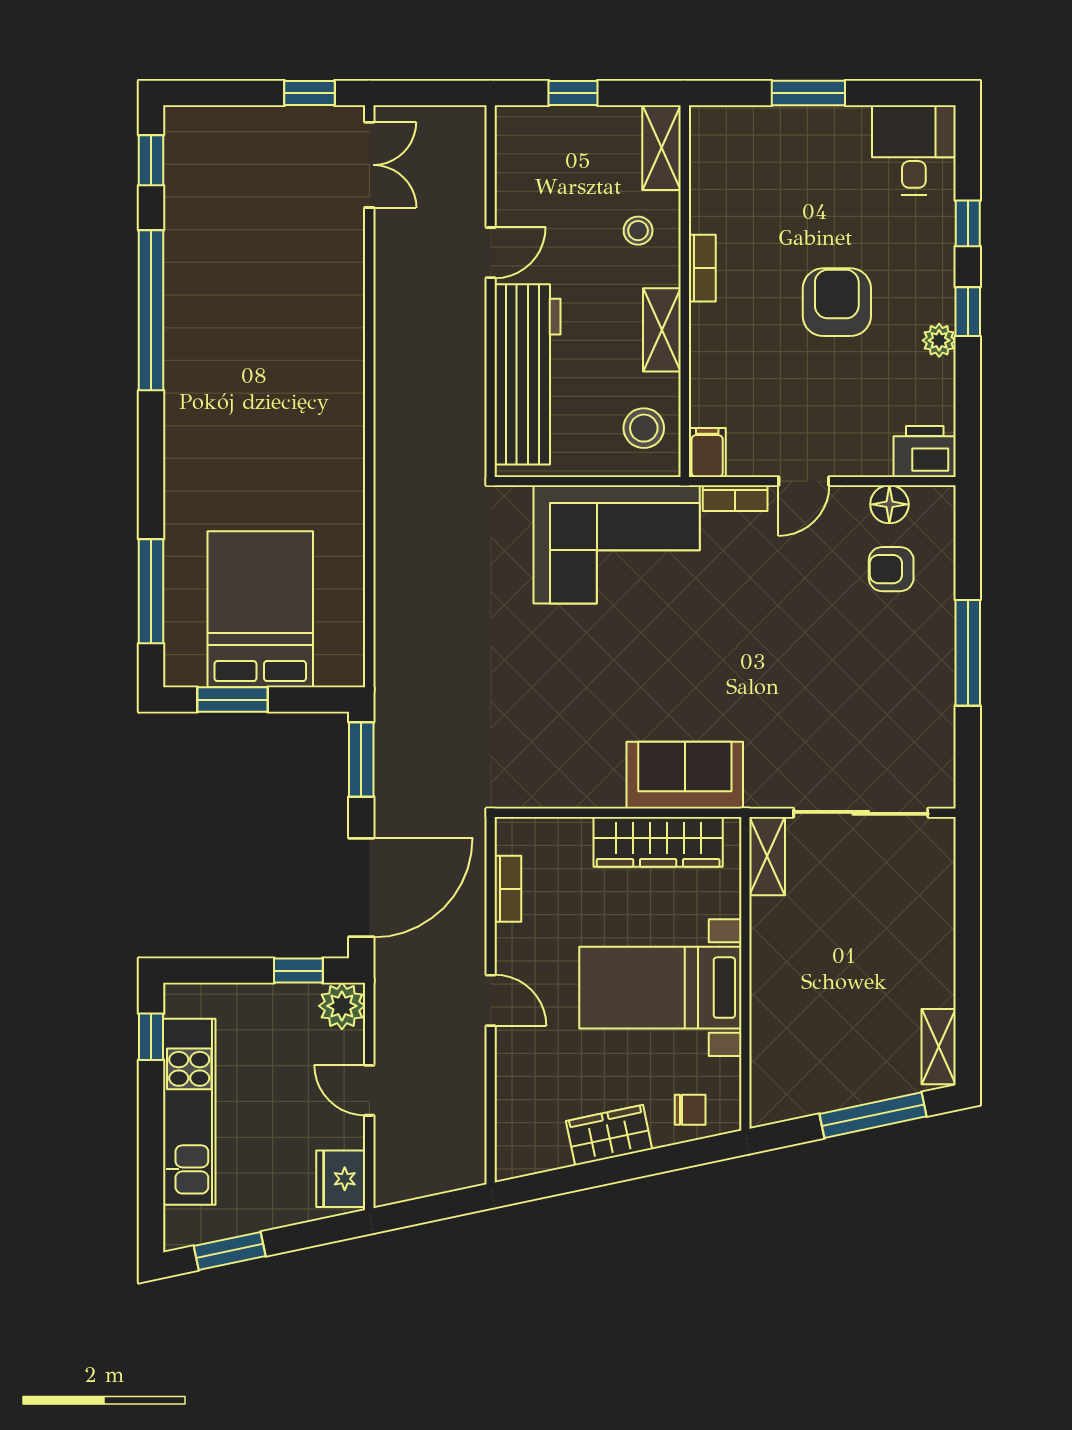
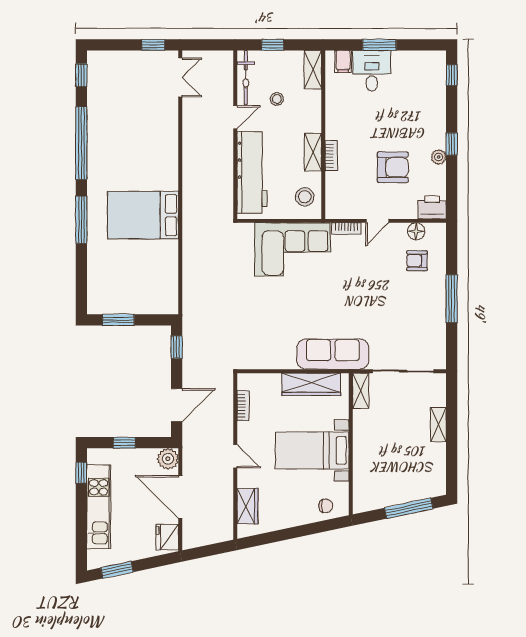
desk: (914, 150) -> (372, 71), moved
bicycle: (514, 165) -> (246, 78), added
window: (968, 223) -> (452, 75), moved
stool: (638, 231) -> (277, 99), moved
bookcase: (702, 268) -> (331, 156), moved
armchair: (837, 302) -> (393, 167), moved, turned 90
filing cabinet: (707, 453) -> (343, 61), moved, turned 180
window: (151, 591) -> (81, 220), moved
bed: (260, 609) -> (143, 215), moved, turned -90
window: (361, 759) -> (177, 347), width x0.67
sofa: (685, 775) -> (333, 354), width x1.36
door: (361, 888) -> (177, 405), width x0.73
window: (298, 971) -> (124, 443), moved
shelving: (939, 1047) -> (438, 425), moved
door: (369, 1090) -> (180, 497), width x1.87
wardrobe: (609, 1135) -> (247, 506), moved, turned 102

